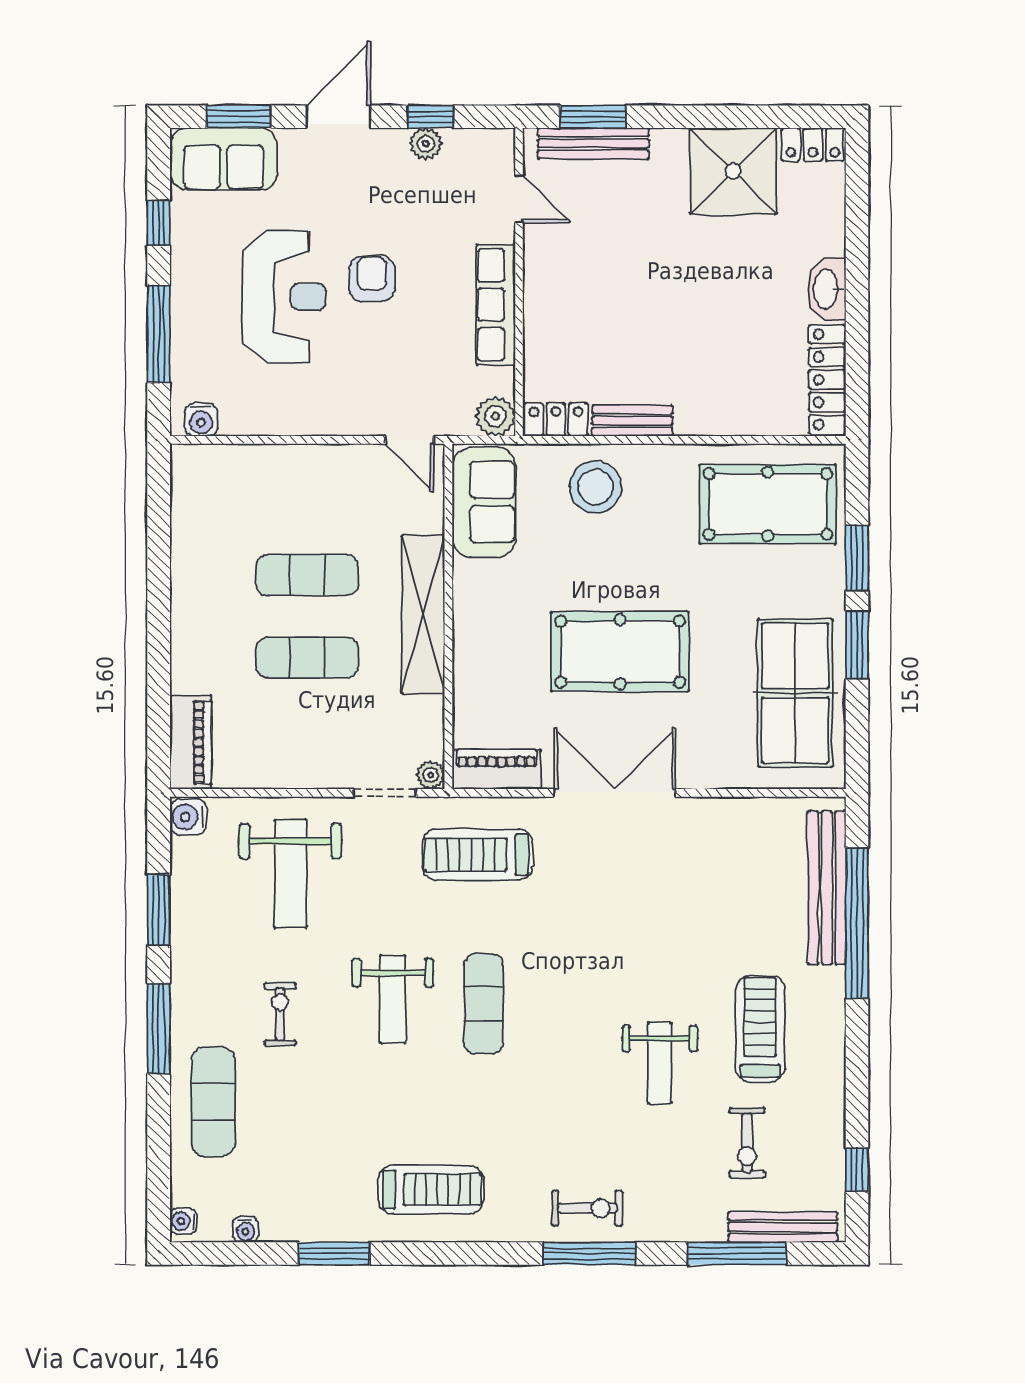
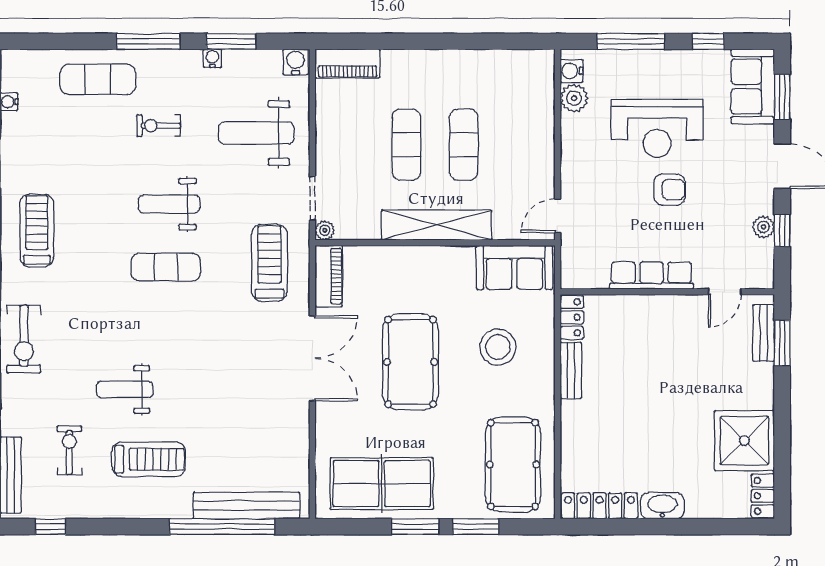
bench: (593, 143) -> (764, 333), width x0.73
plant: (495, 416) -> (574, 98), moved
stool: (596, 487) -> (498, 347), moved
exercise bike: (280, 1014) -> (159, 126), turned 180
exercise bike: (747, 1143) -> (69, 450), turned 90
treadmill: (431, 1190) -> (37, 231), turned 180
exercise bike: (587, 1208) -> (24, 339), width x1.38, depth x1.39
water cooler: (183, 1221) -> (212, 58), moved

